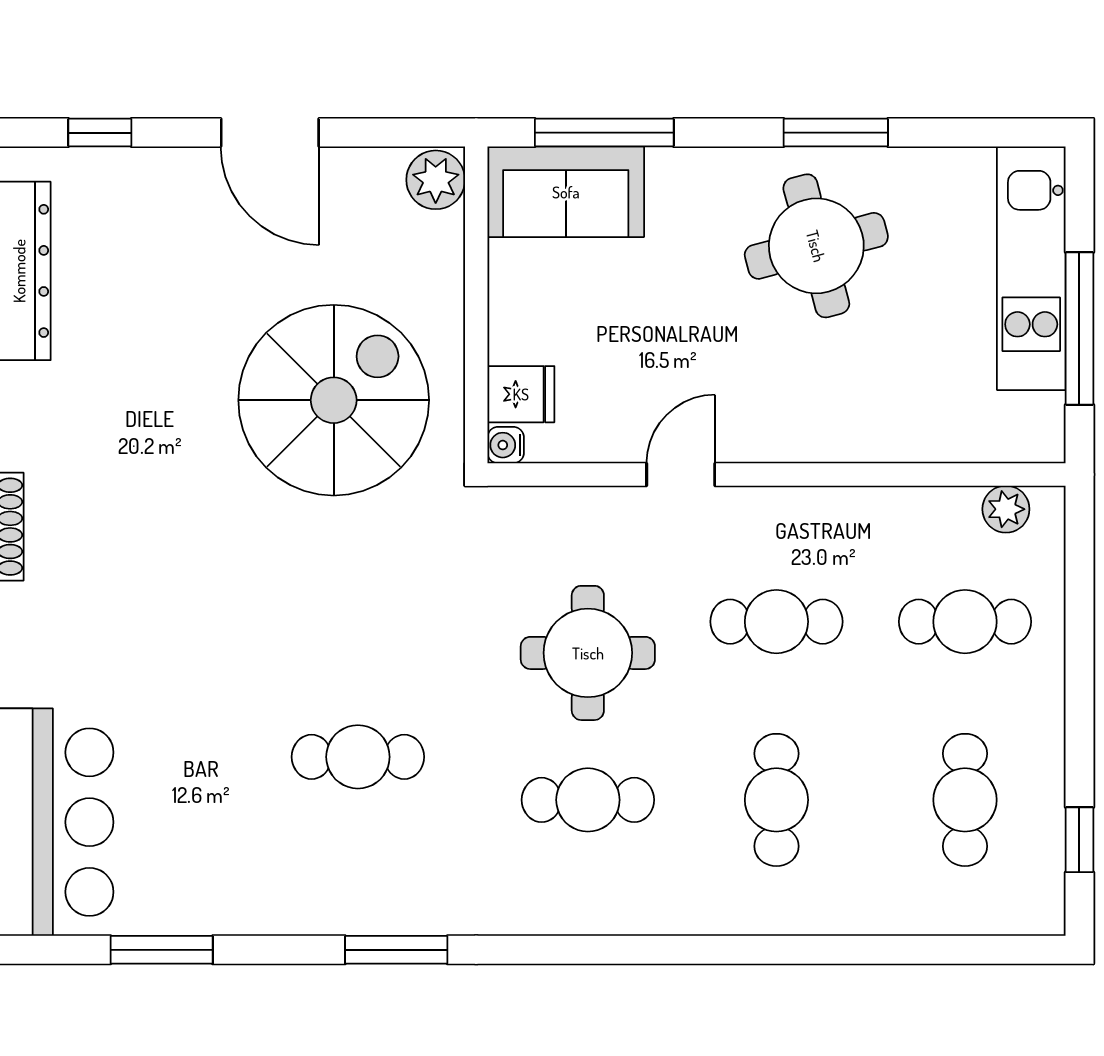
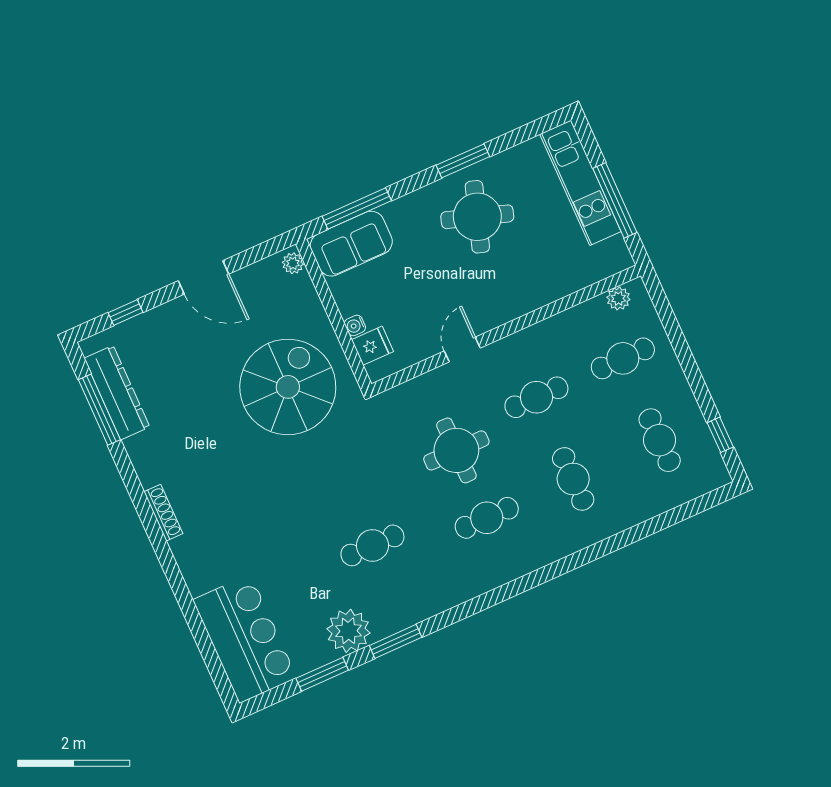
plant: (436, 180) -> (293, 263), width x0.73, depth x0.73
round table: (816, 246) -> (477, 217), turned 33
water cooler: (506, 445) -> (355, 325), moved
plant: (245, 892) -> (348, 631), added
window: (396, 950) -> (396, 641), moved

